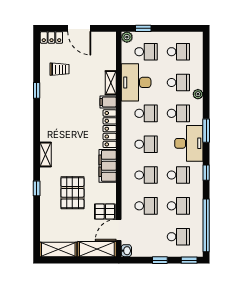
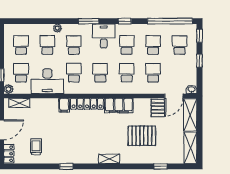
shelving: (111, 83) -> (19, 103), moved
window: (37, 90) -> (66, 166), moved
desk: (189, 143) -> (104, 36), width x0.73
window: (37, 188) -> (161, 166), moved
door: (119, 230) -> (174, 96), hinge flipped

